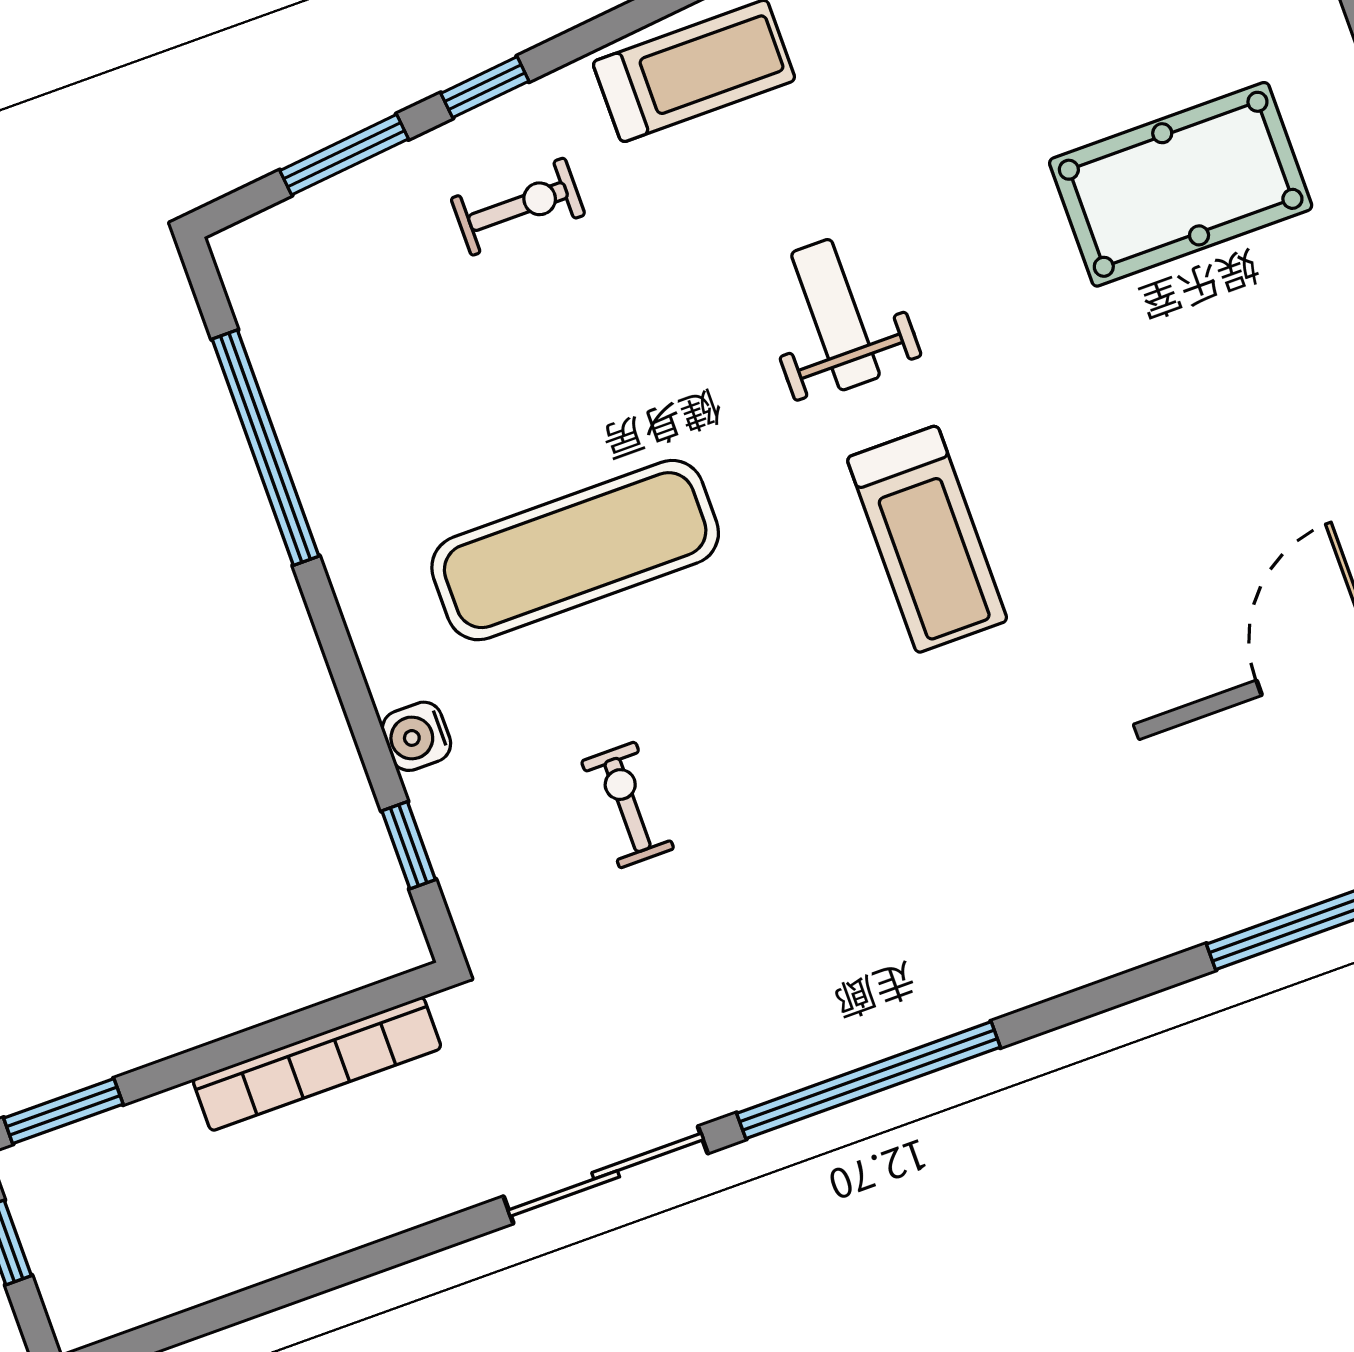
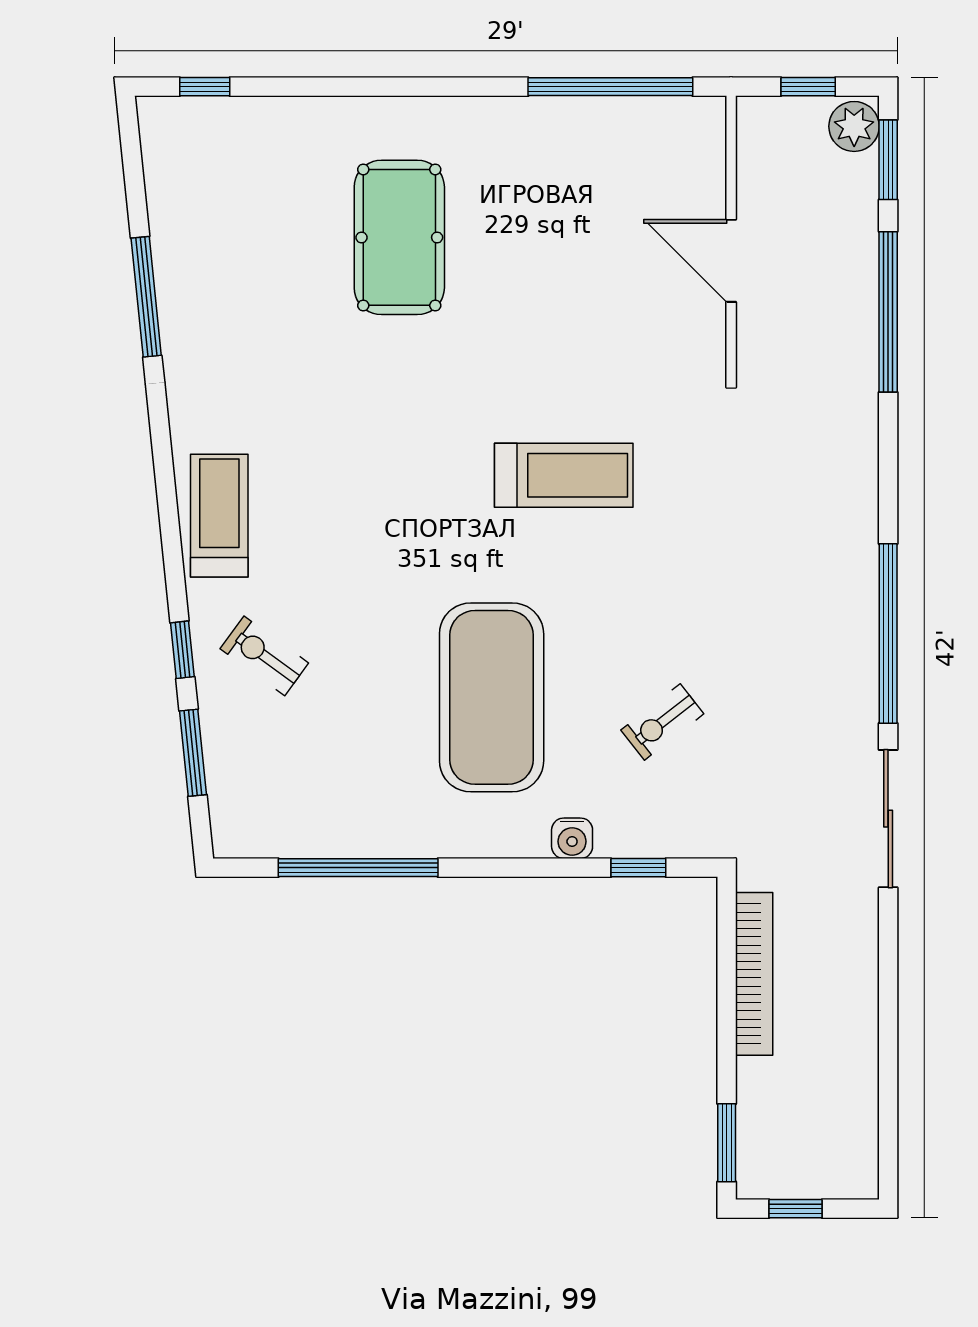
exercise bike: (518, 207) -> (264, 656), turned -54
weight bench: (836, 315) -> (403, 482), removed
exercise mat: (575, 550) -> (492, 697), width x1.47
exercise bike: (628, 805) -> (662, 722), turned -38

